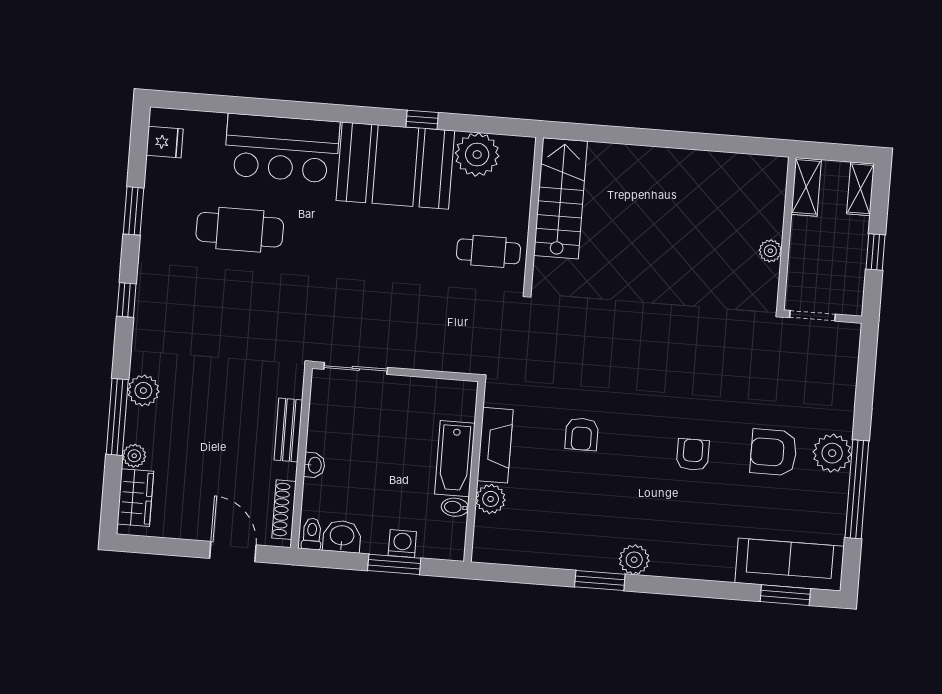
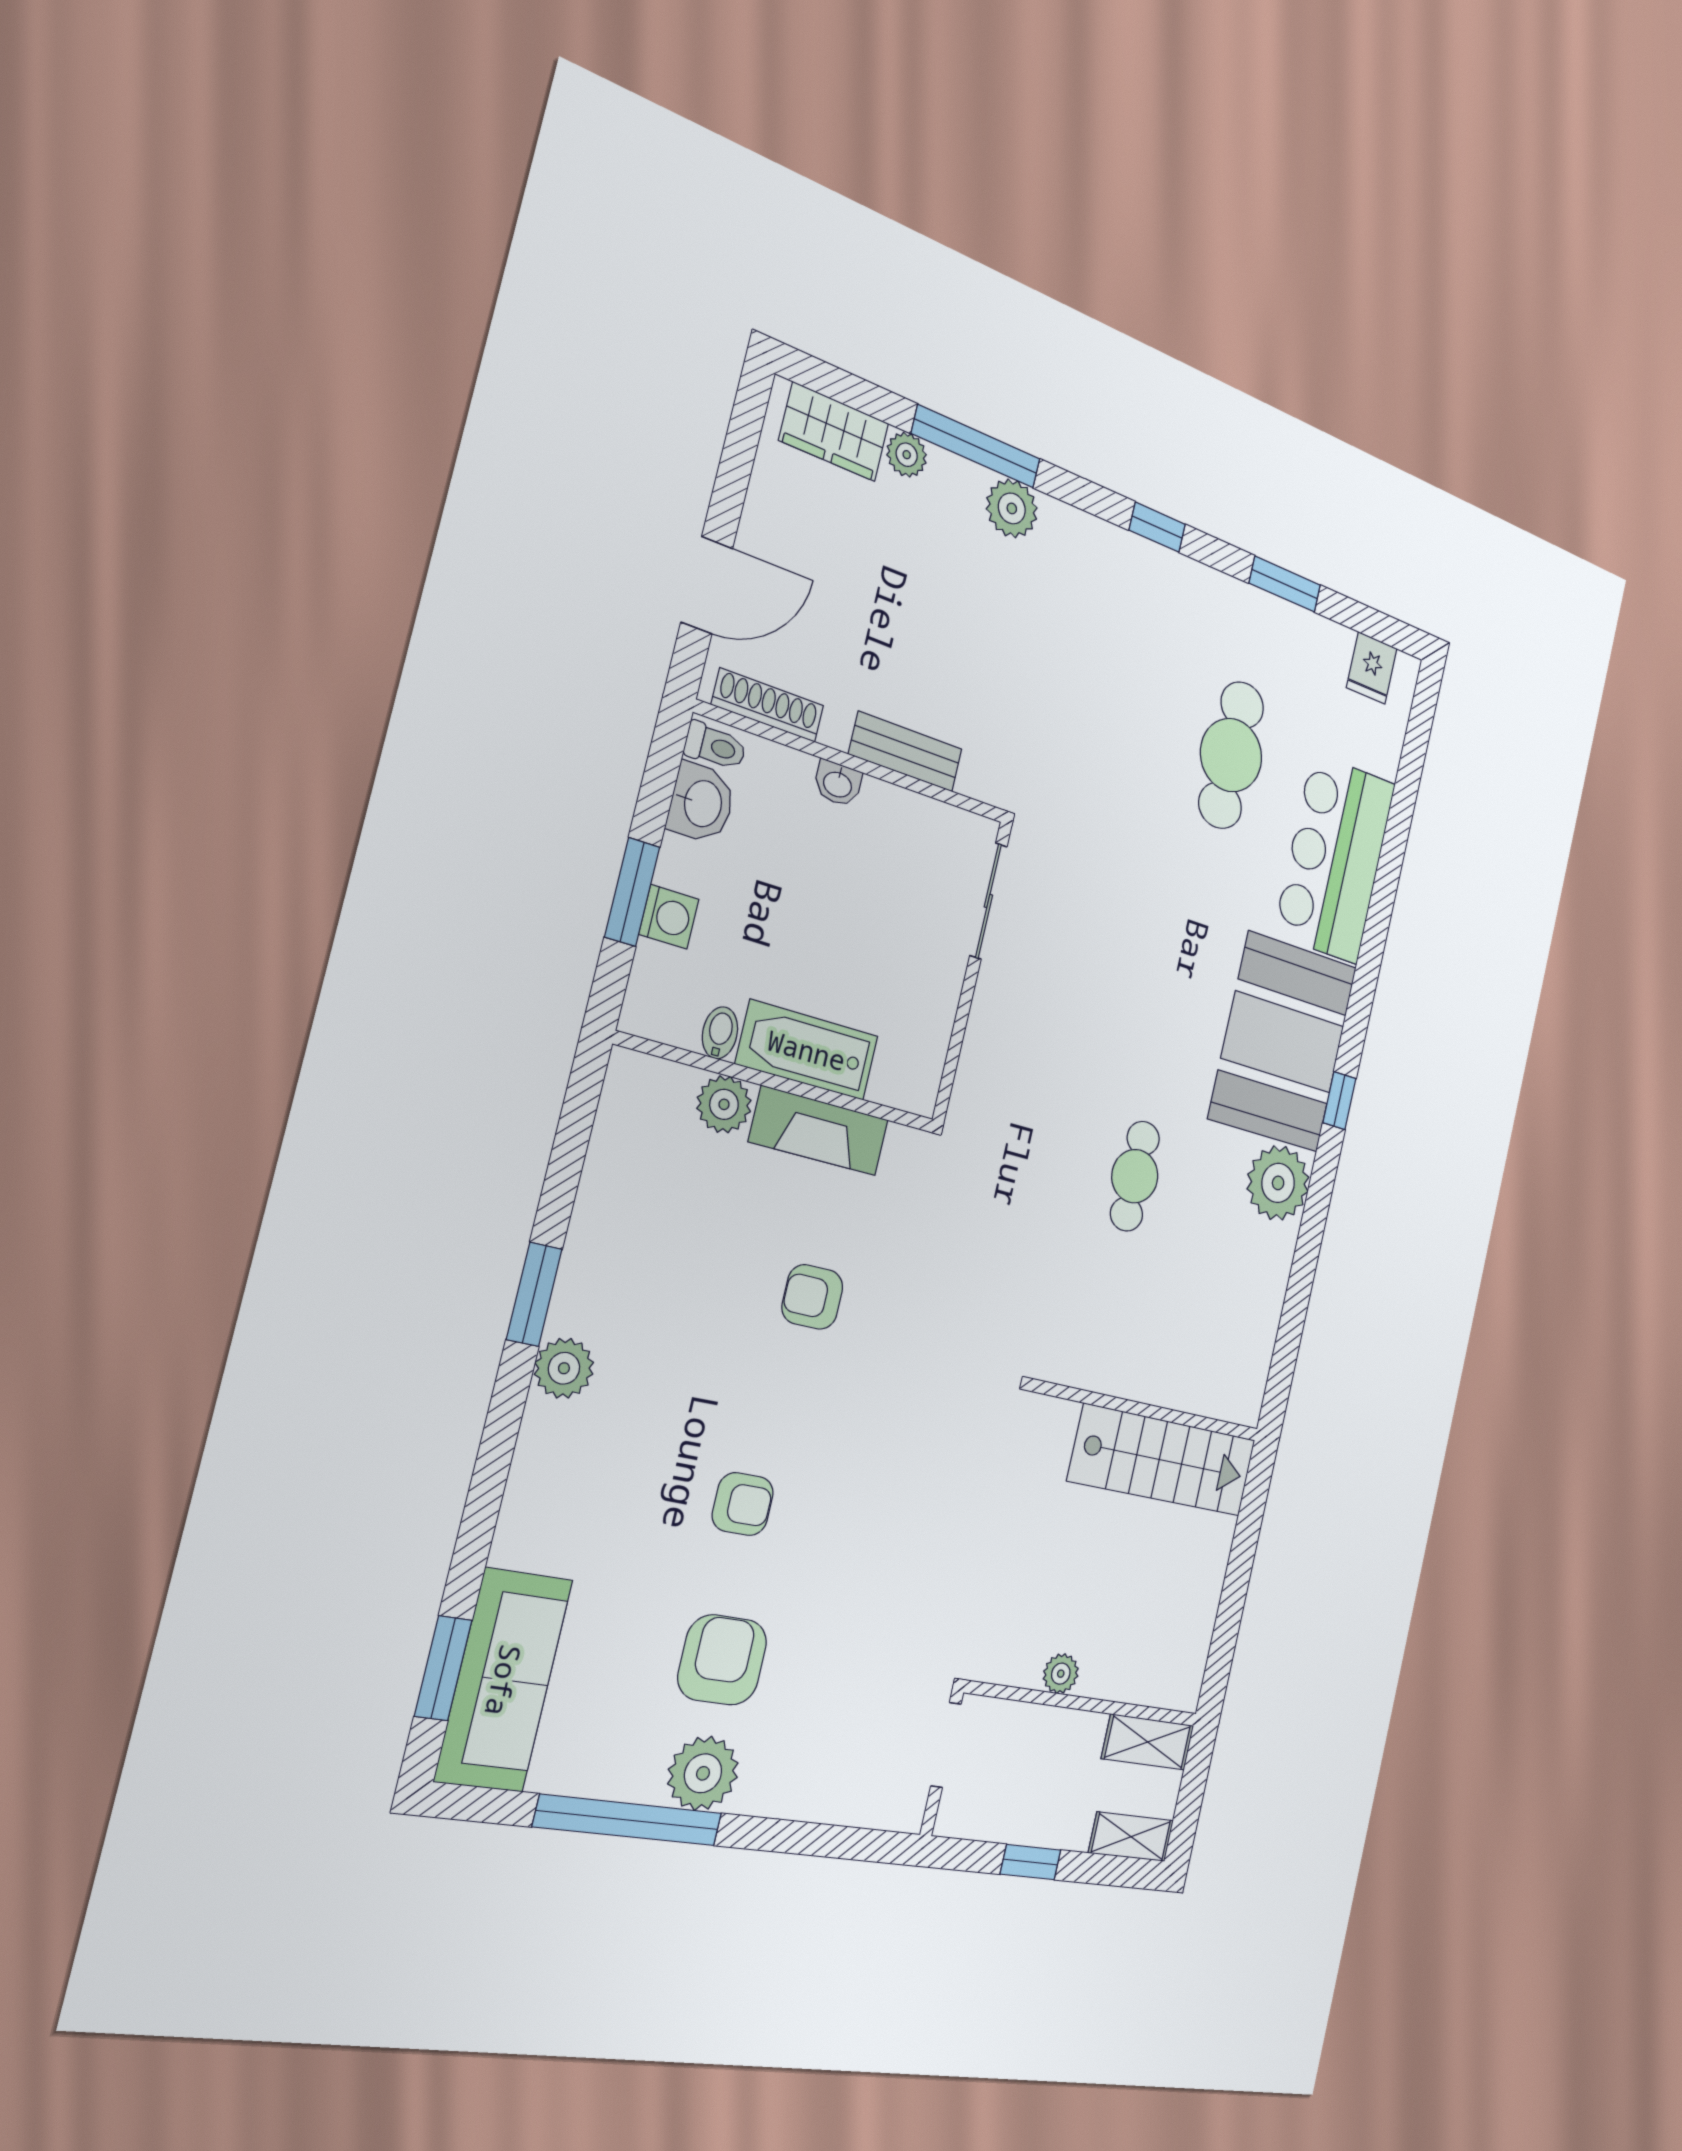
stairs: (560, 198) -> (1163, 1460), moved
wall: (534, 214) -> (1147, 1411), moved

